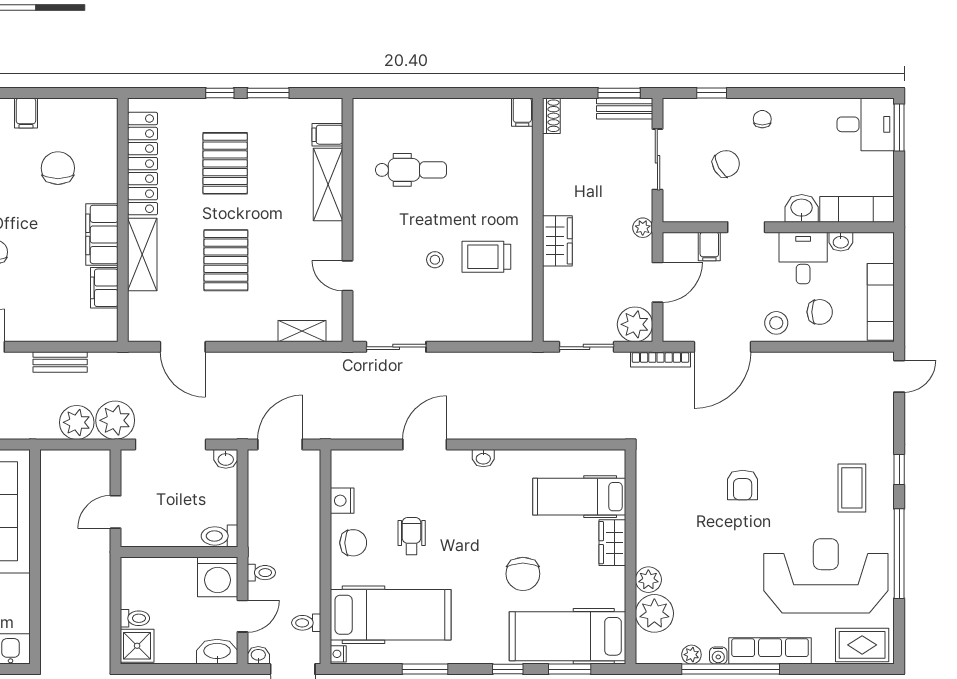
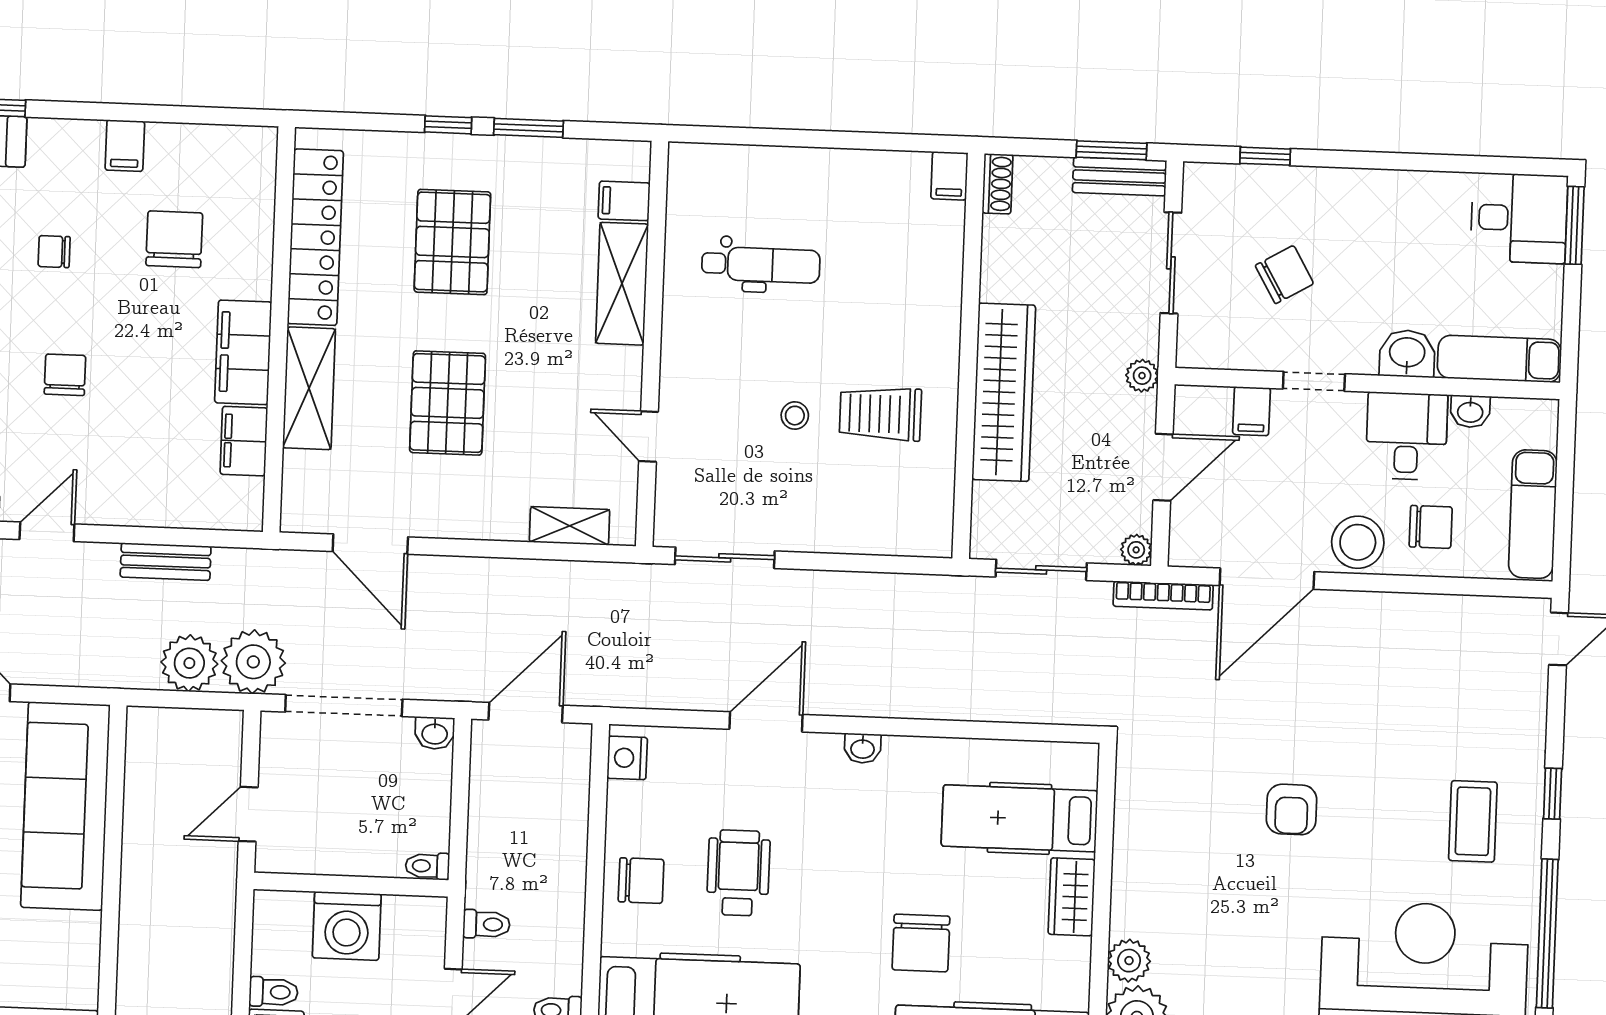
chair: (762, 119) -> (1348, 203), removed
wardrobe: (557, 241) -> (1004, 392), width x2.10, depth x1.17
stool: (776, 323) -> (1358, 542), width x1.38, depth x1.38
plant: (635, 324) -> (1136, 550), width x0.53, depth x0.53
nightstand: (342, 501) -> (627, 758), moved
toilet: (219, 536) -> (427, 866), width x0.73, depth x0.72
wheelchair: (412, 536) -> (738, 873), width x1.36, depth x1.37
washing machine: (218, 577) -> (347, 926), moved

